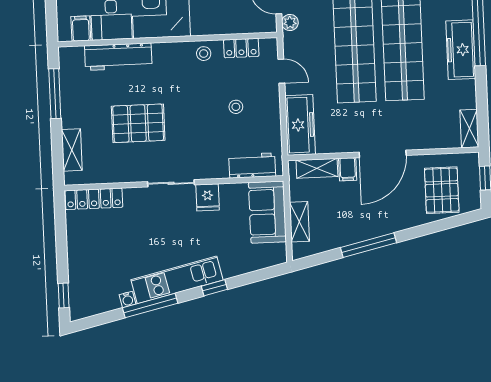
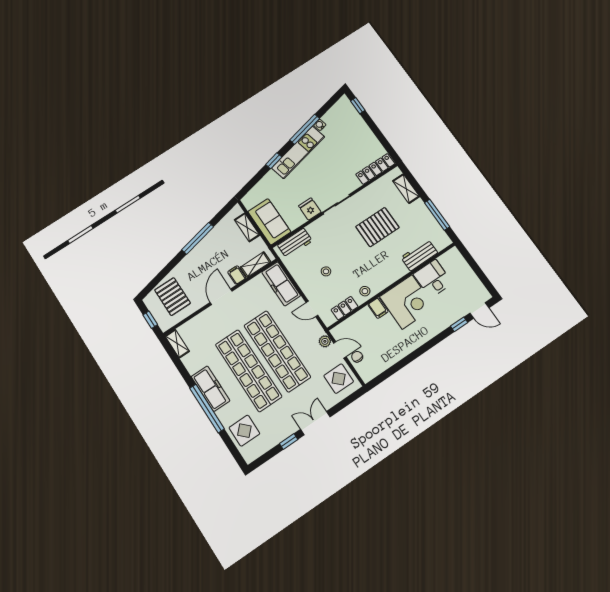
filing cabinet: (81, 28) -> (378, 308), moved
workbench: (118, 57) -> (419, 255), width x0.73
door: (383, 154) -> (221, 297), width x0.73

